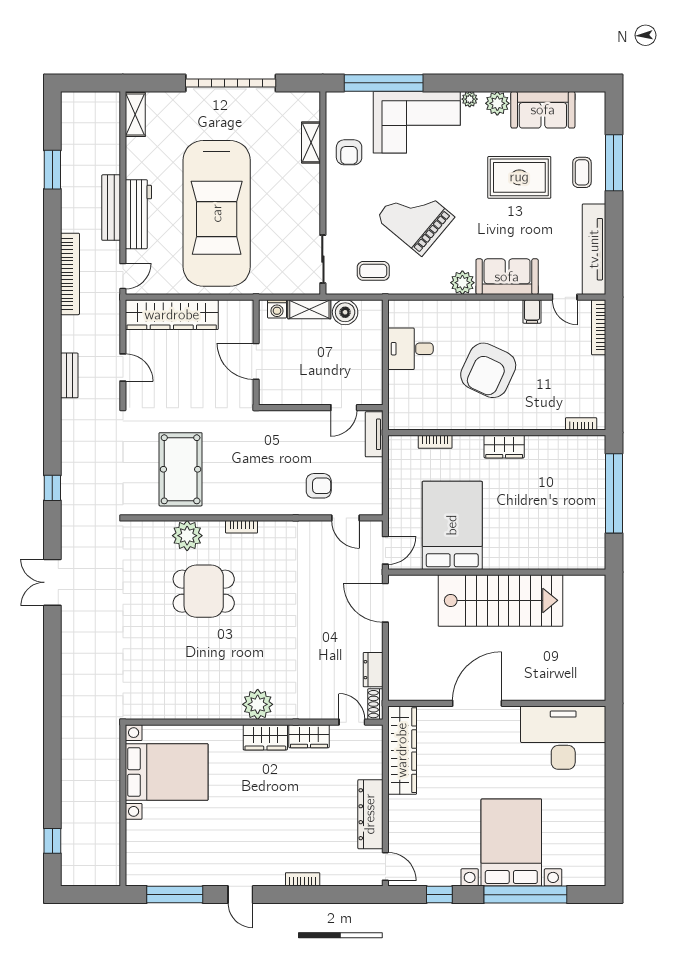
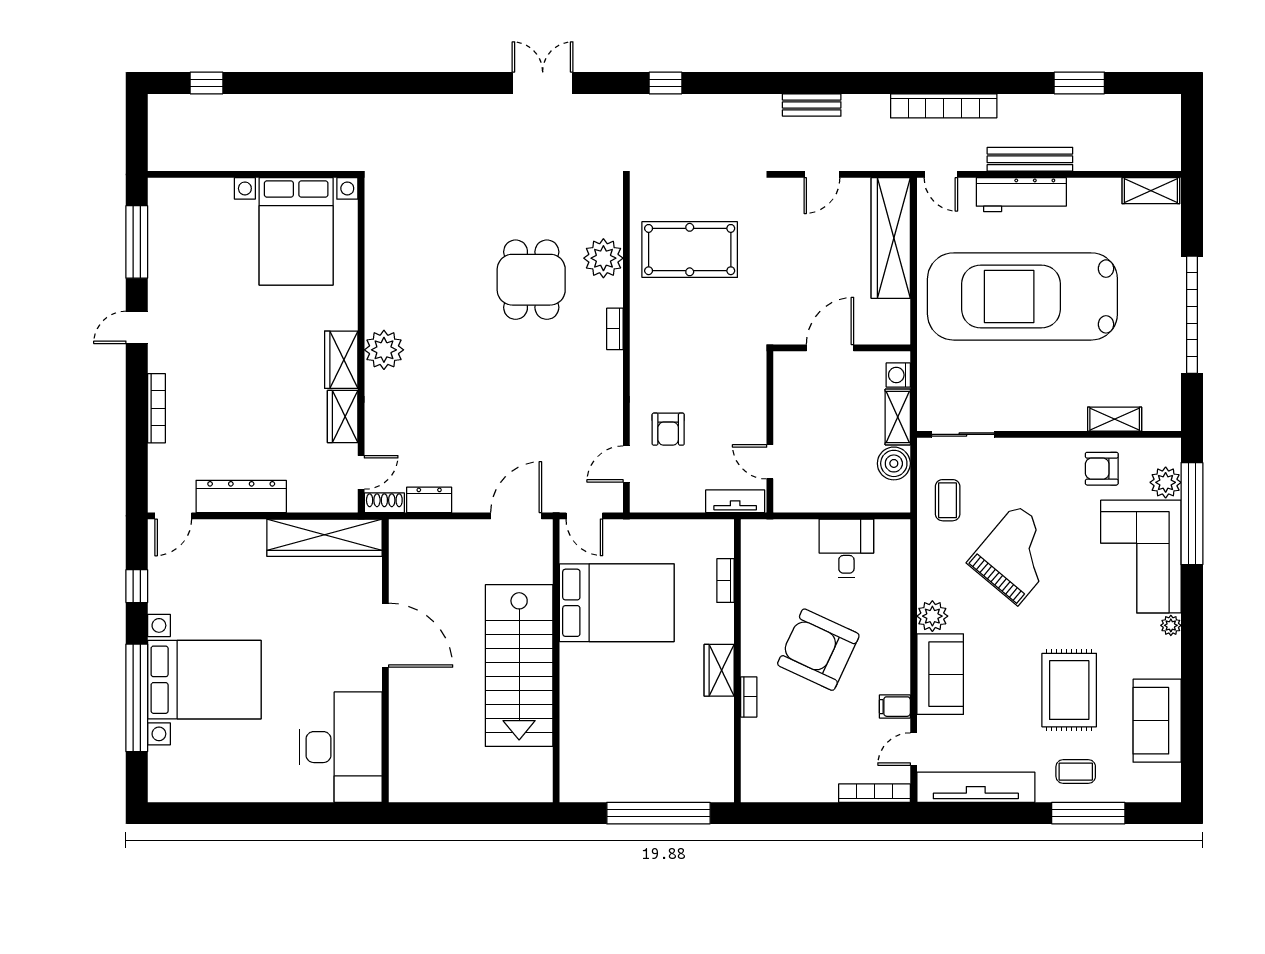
plant: (497, 103) -> (1166, 482), moved
bookcase: (581, 424) -> (749, 697), moved
bookcase: (303, 879) -> (156, 408), width x1.56

